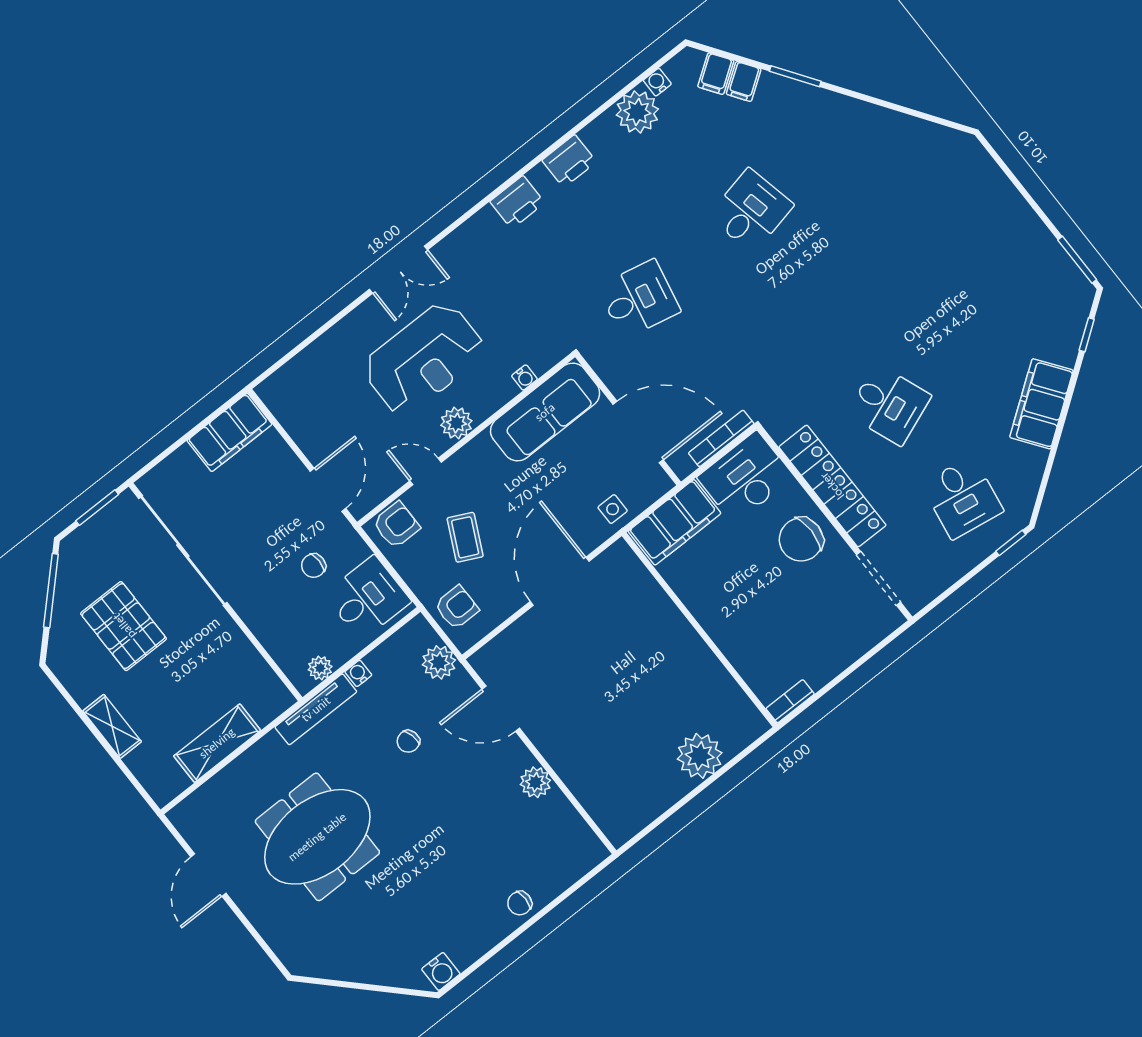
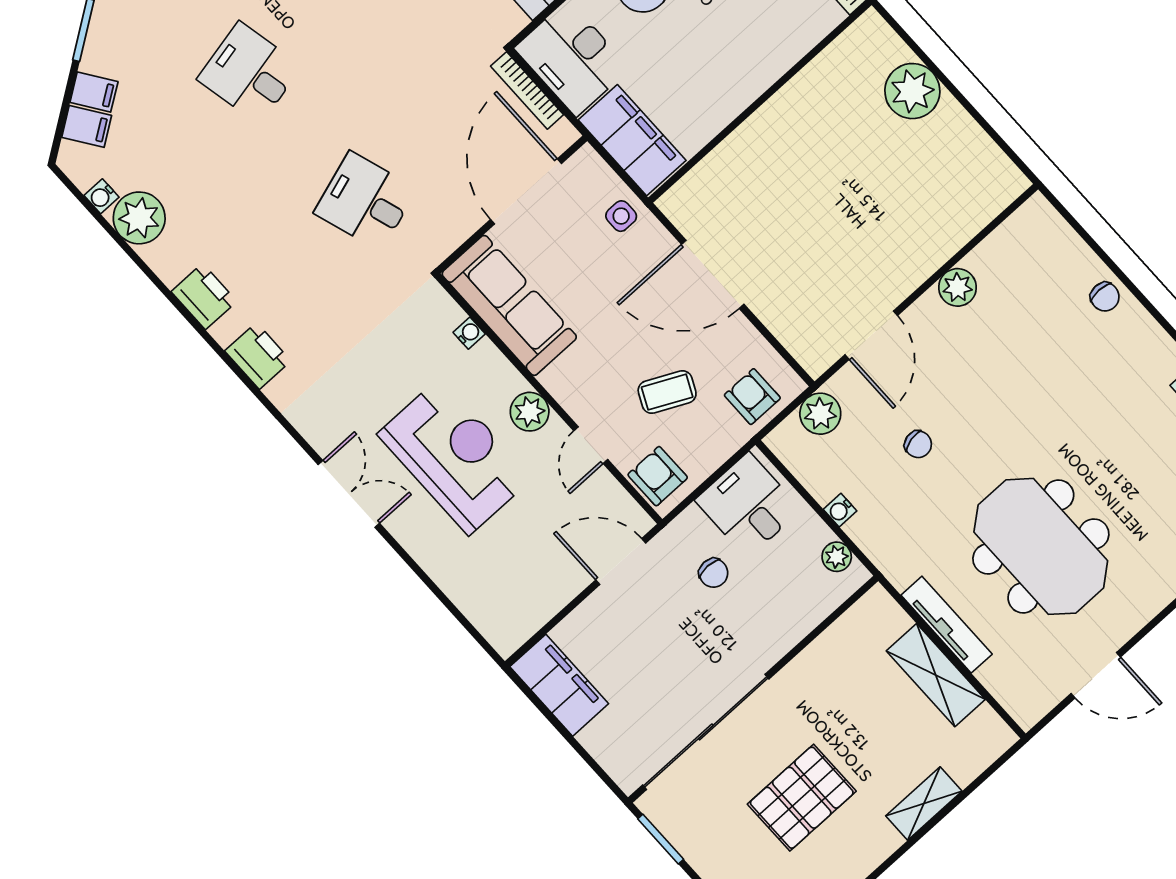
desk: (639, 299) -> (365, 201), turned -30
tv unit: (316, 709) -> (947, 625), moved

